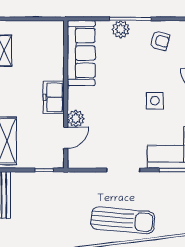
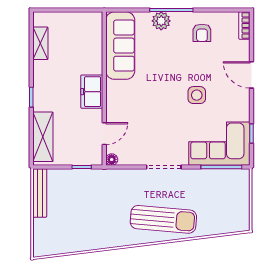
armchair: (160, 41) -> (202, 33), turned 75
plant: (76, 118) -> (115, 114), removed
floor lamp: (73, 163) -> (112, 160), added

